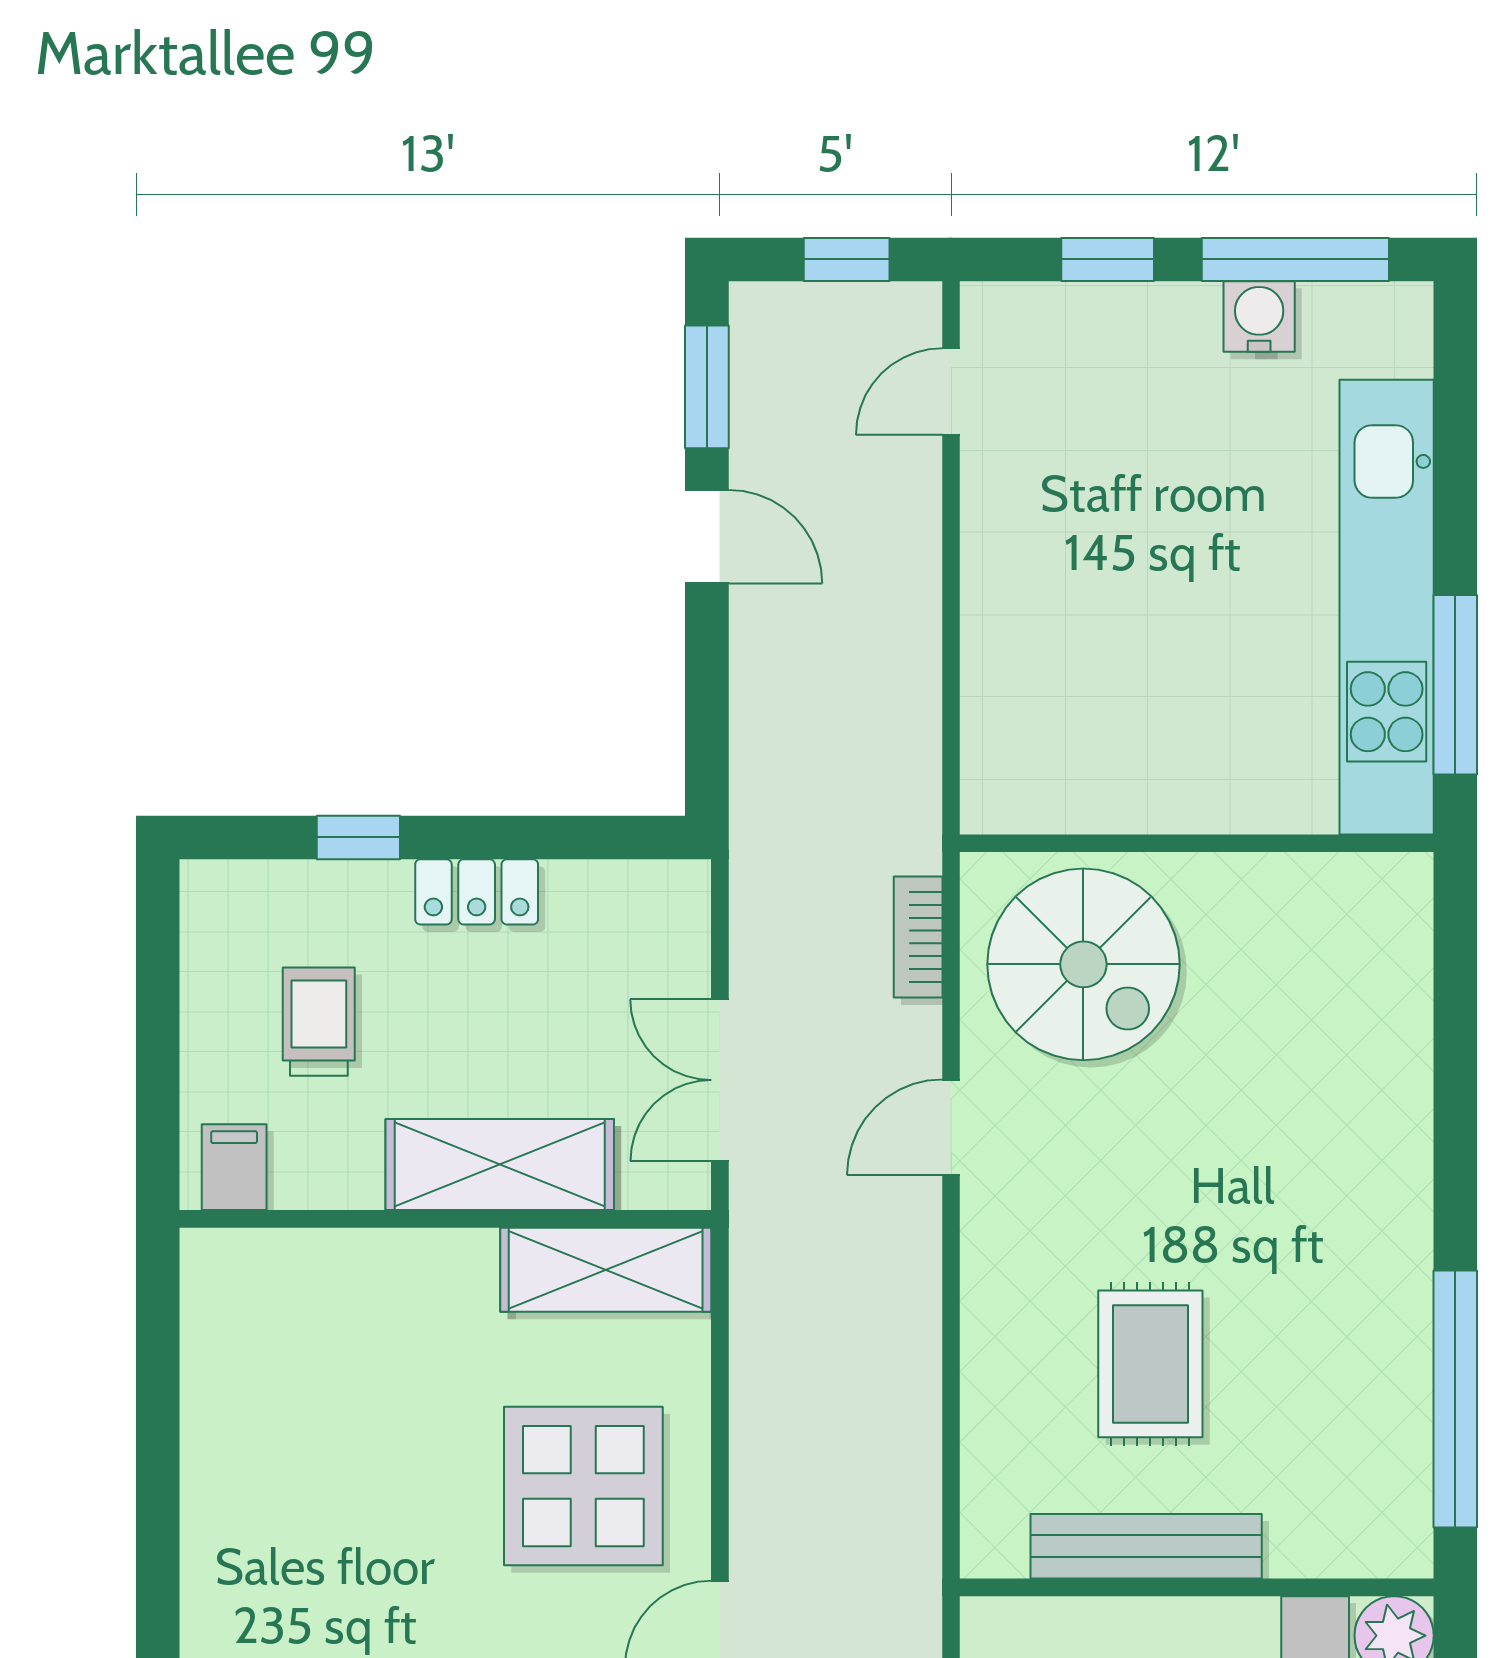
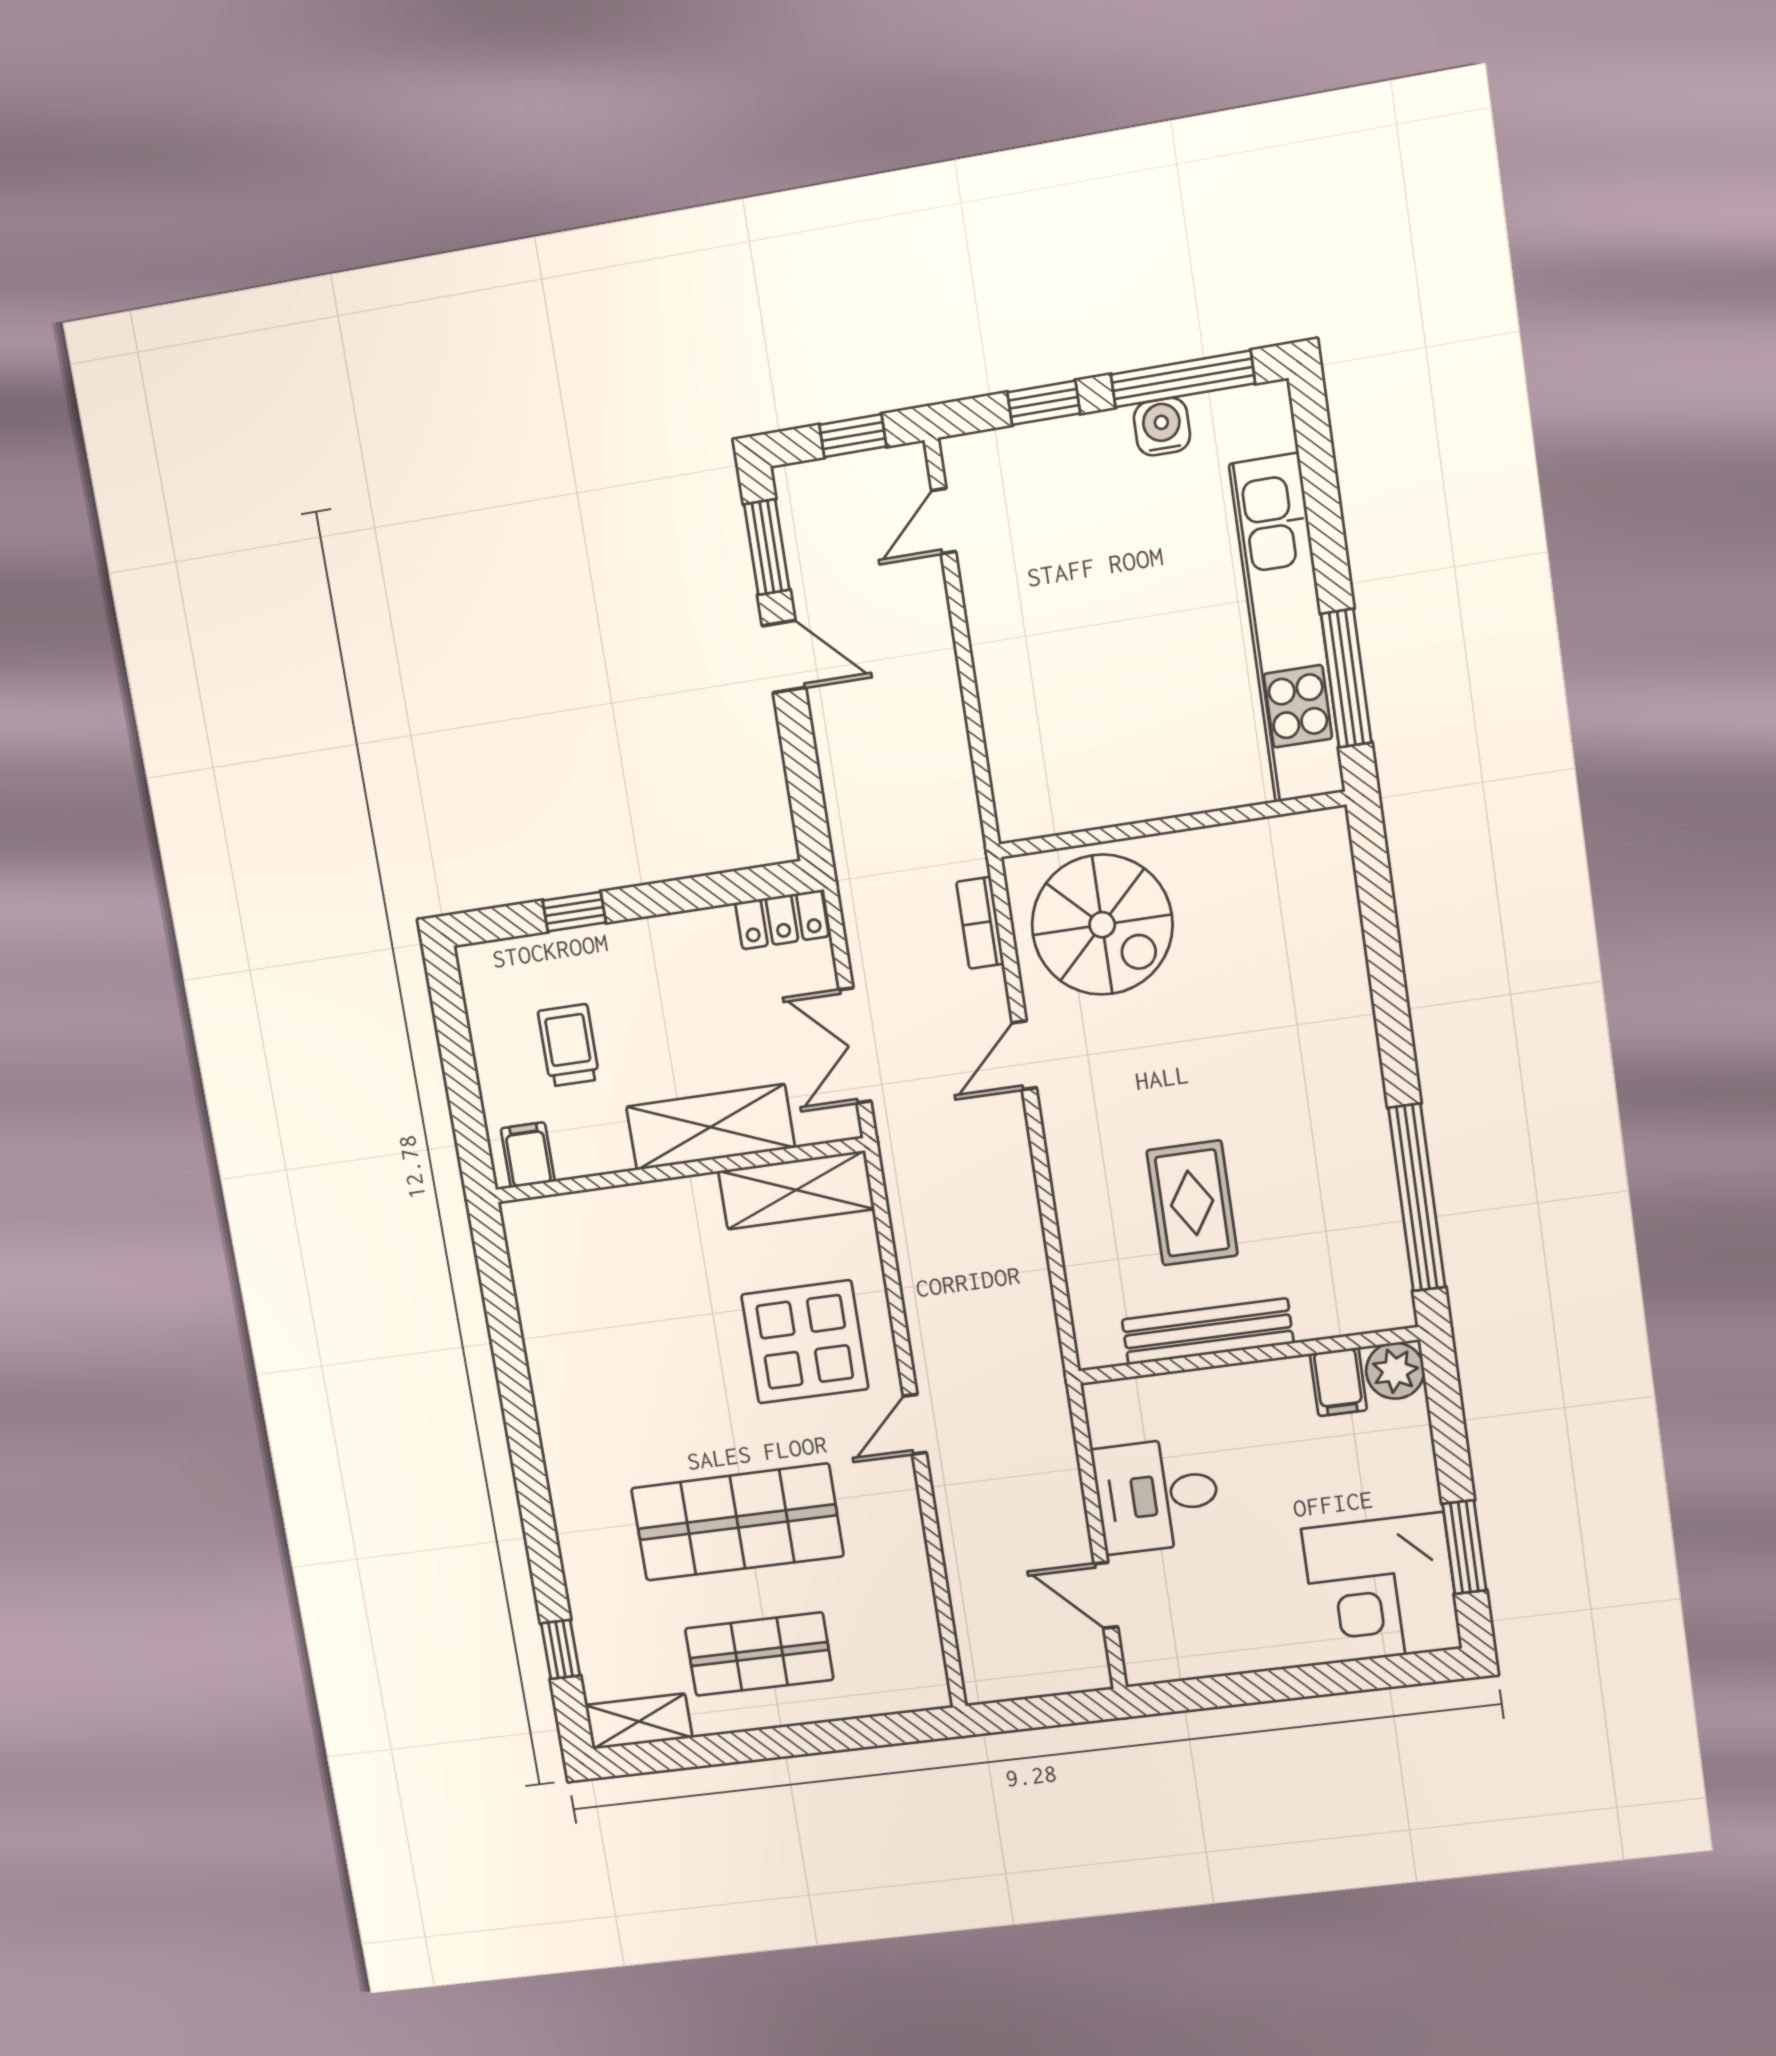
locker: (477, 892) -> (782, 920), moved

